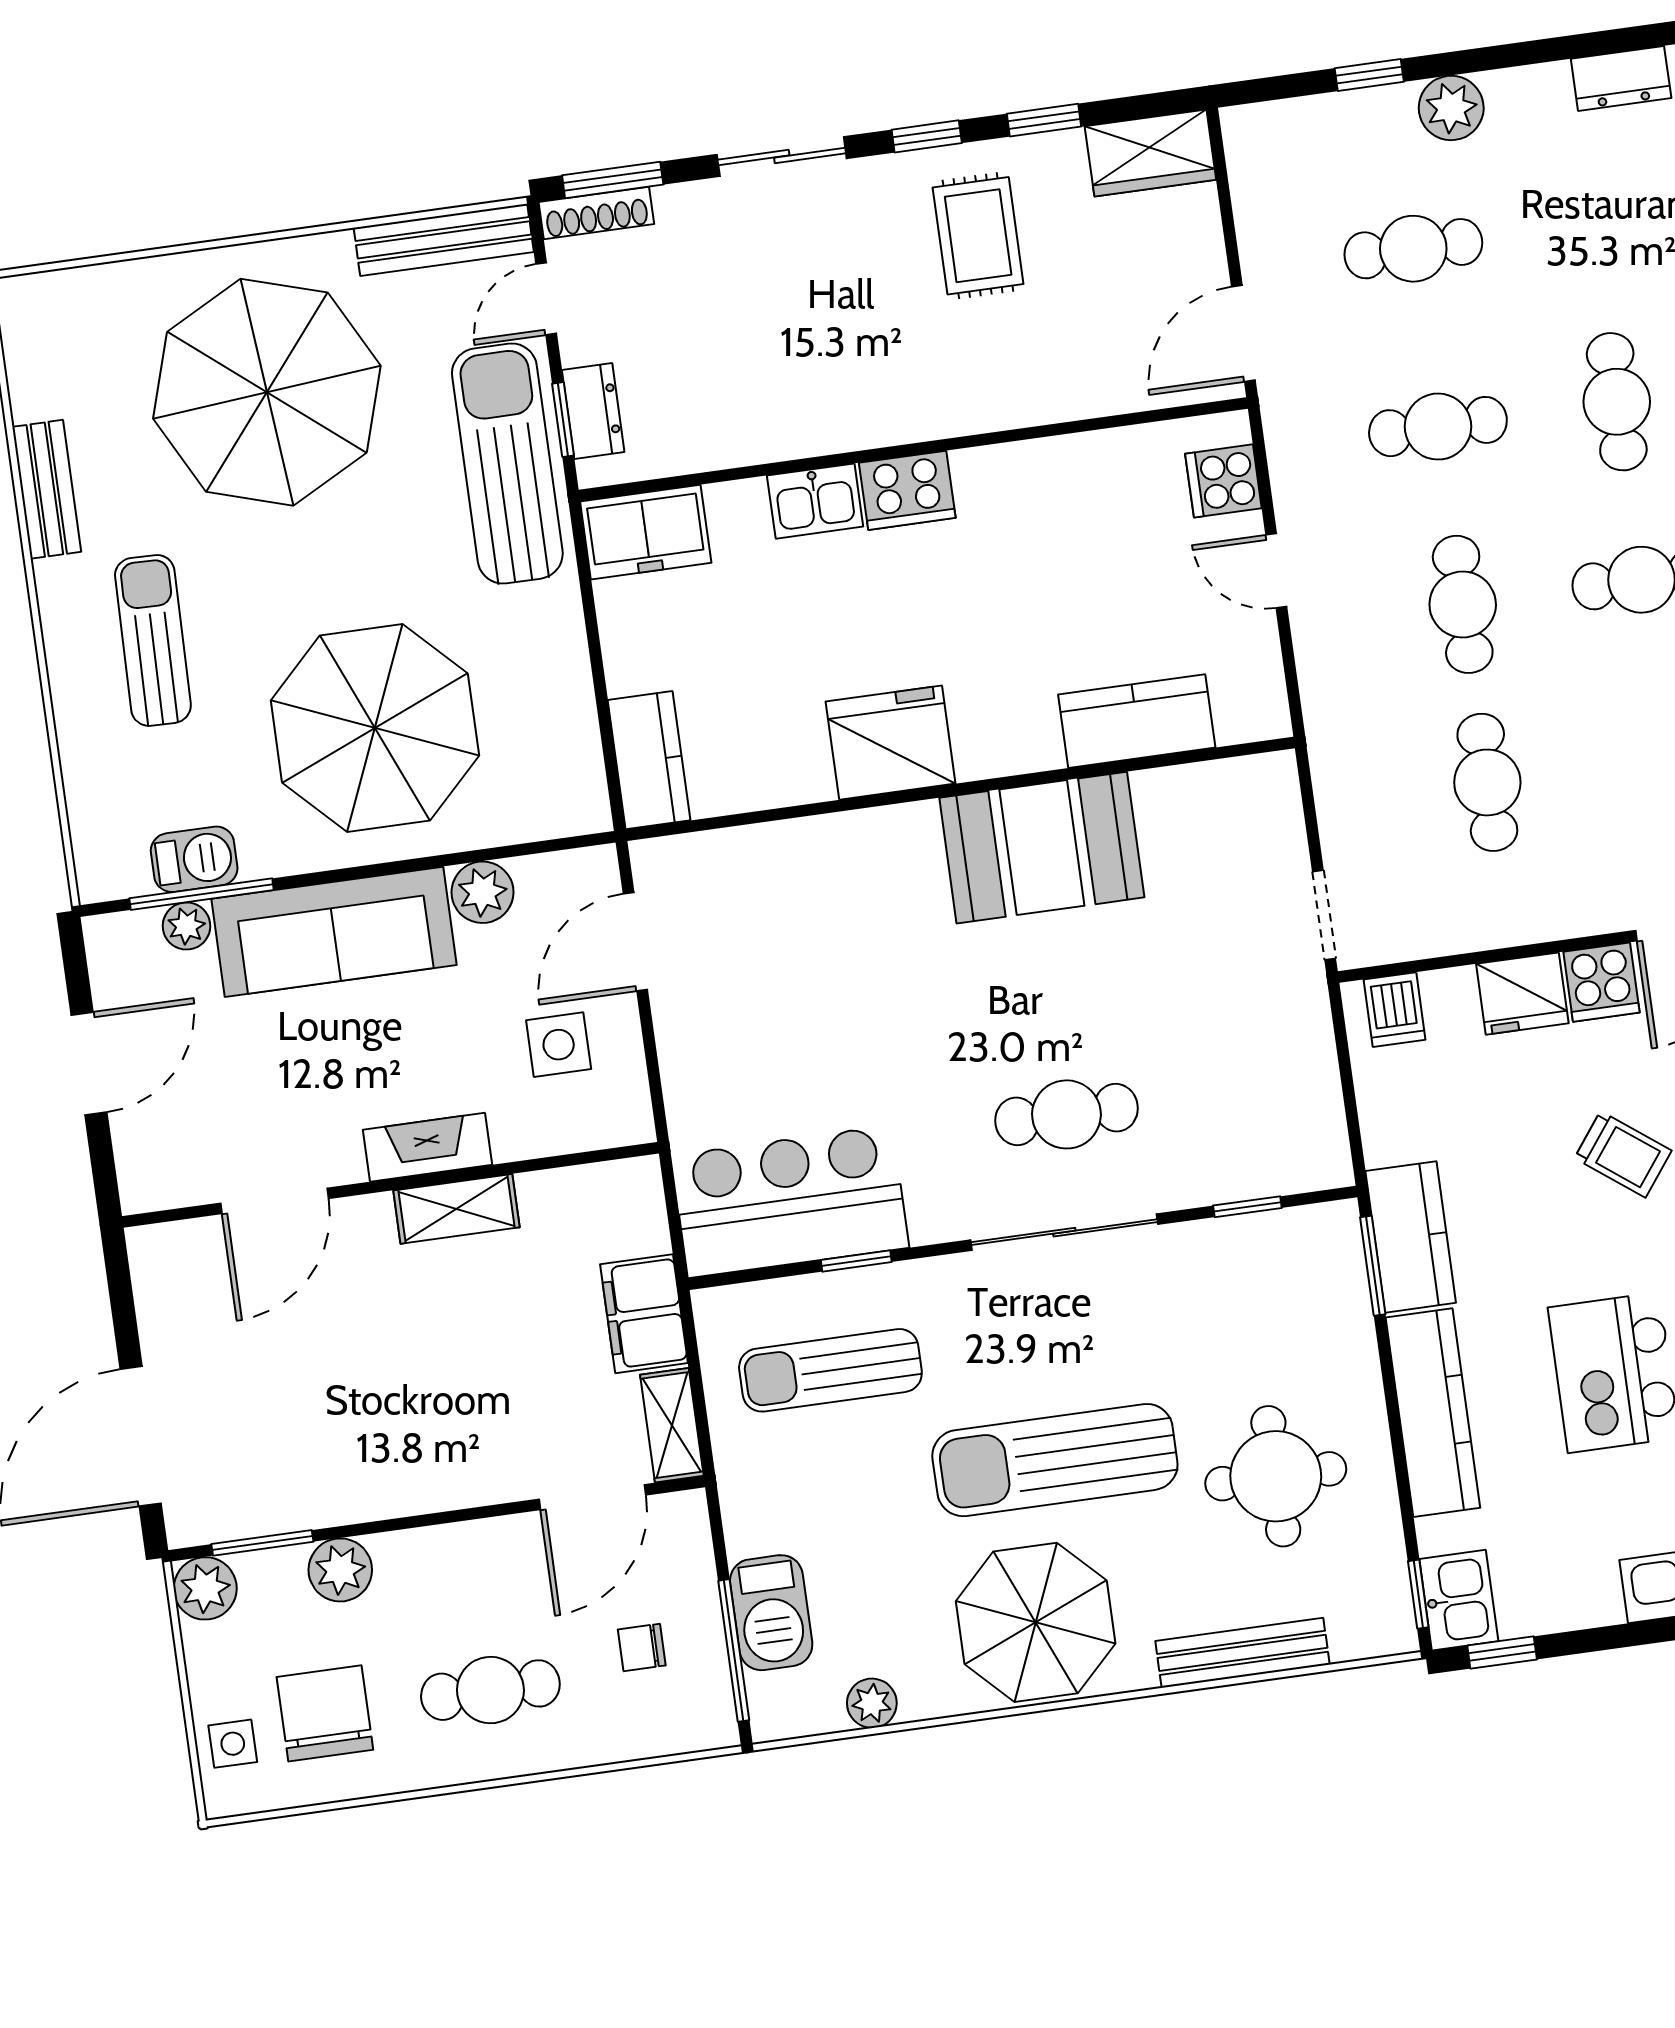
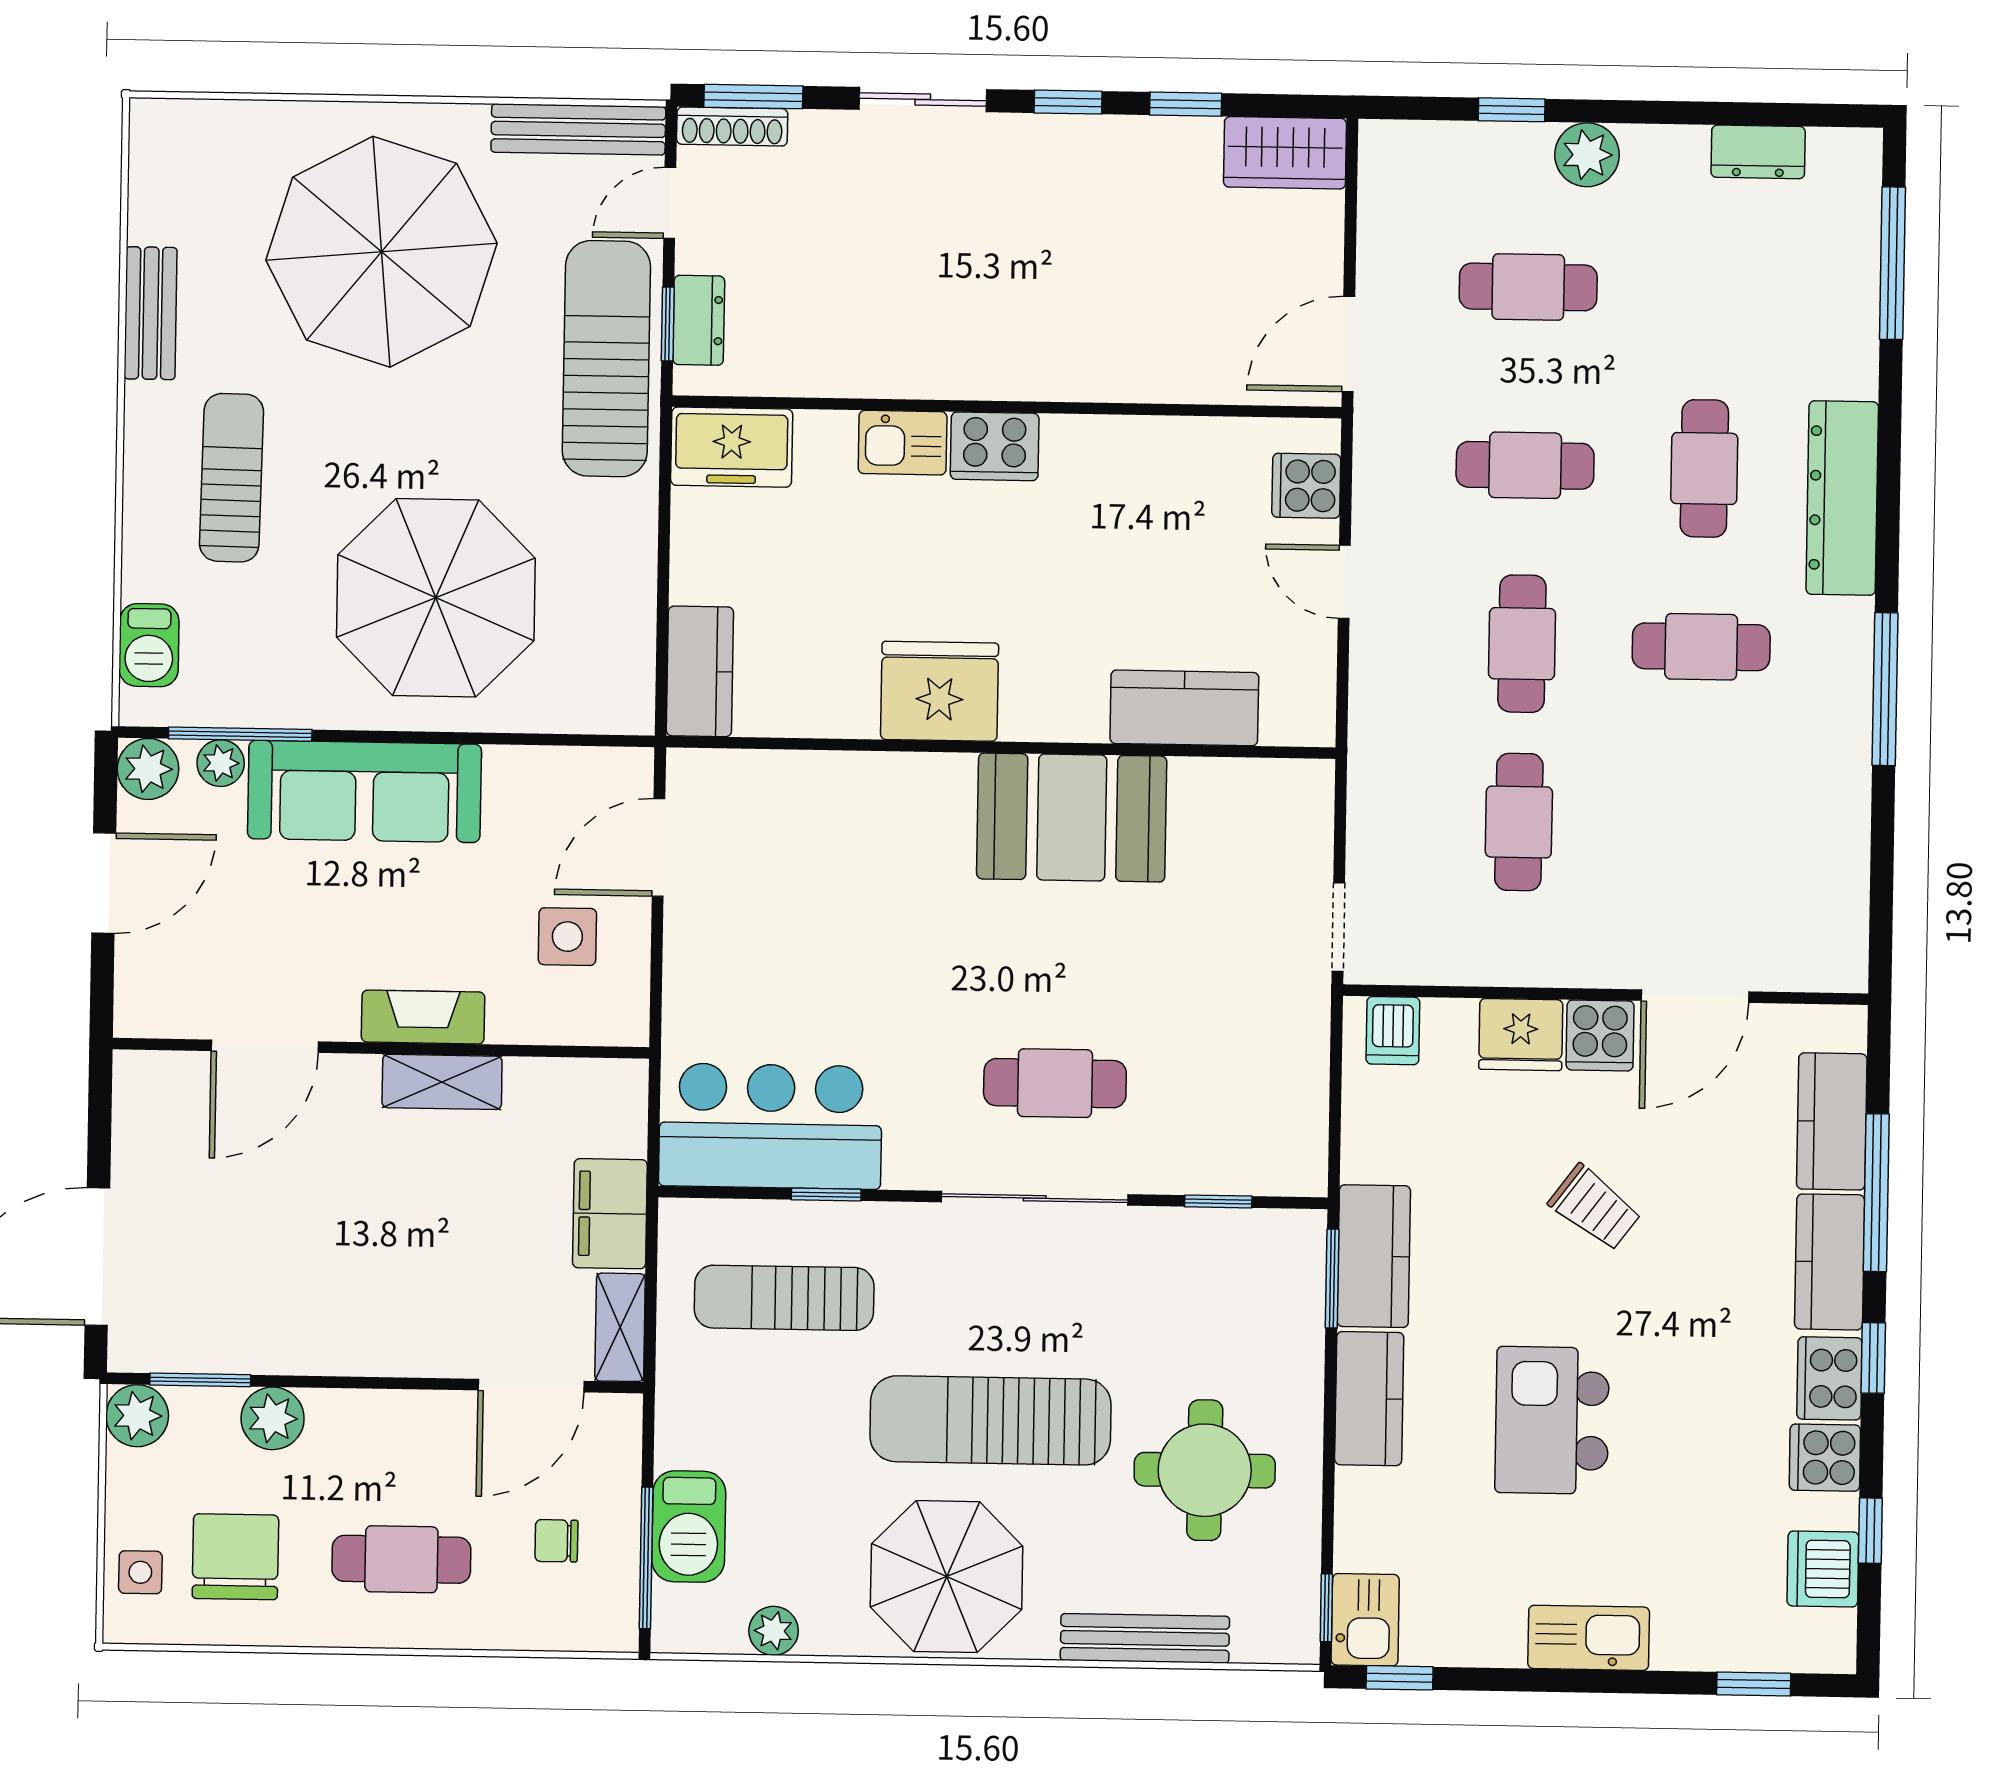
rug: (978, 236) -> (1103, 207), removed
barbecue: (194, 859) -> (149, 645), moved, turned 90
plant: (482, 892) -> (148, 769), moved
kitchen counter: (1433, 1413) -> (1369, 1399), width x0.67

